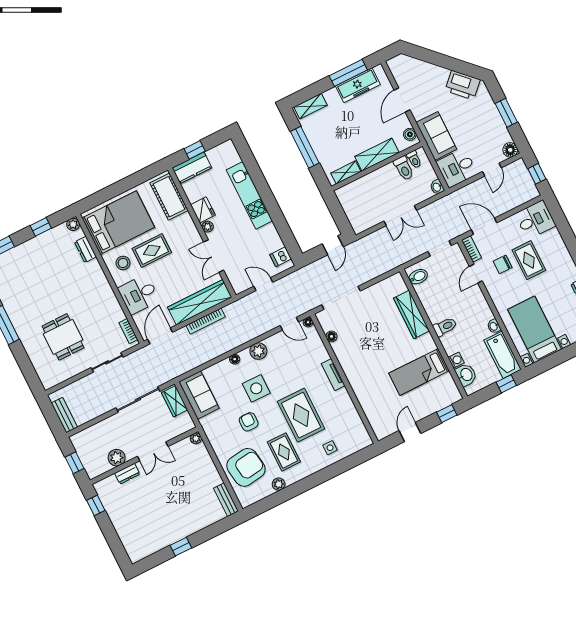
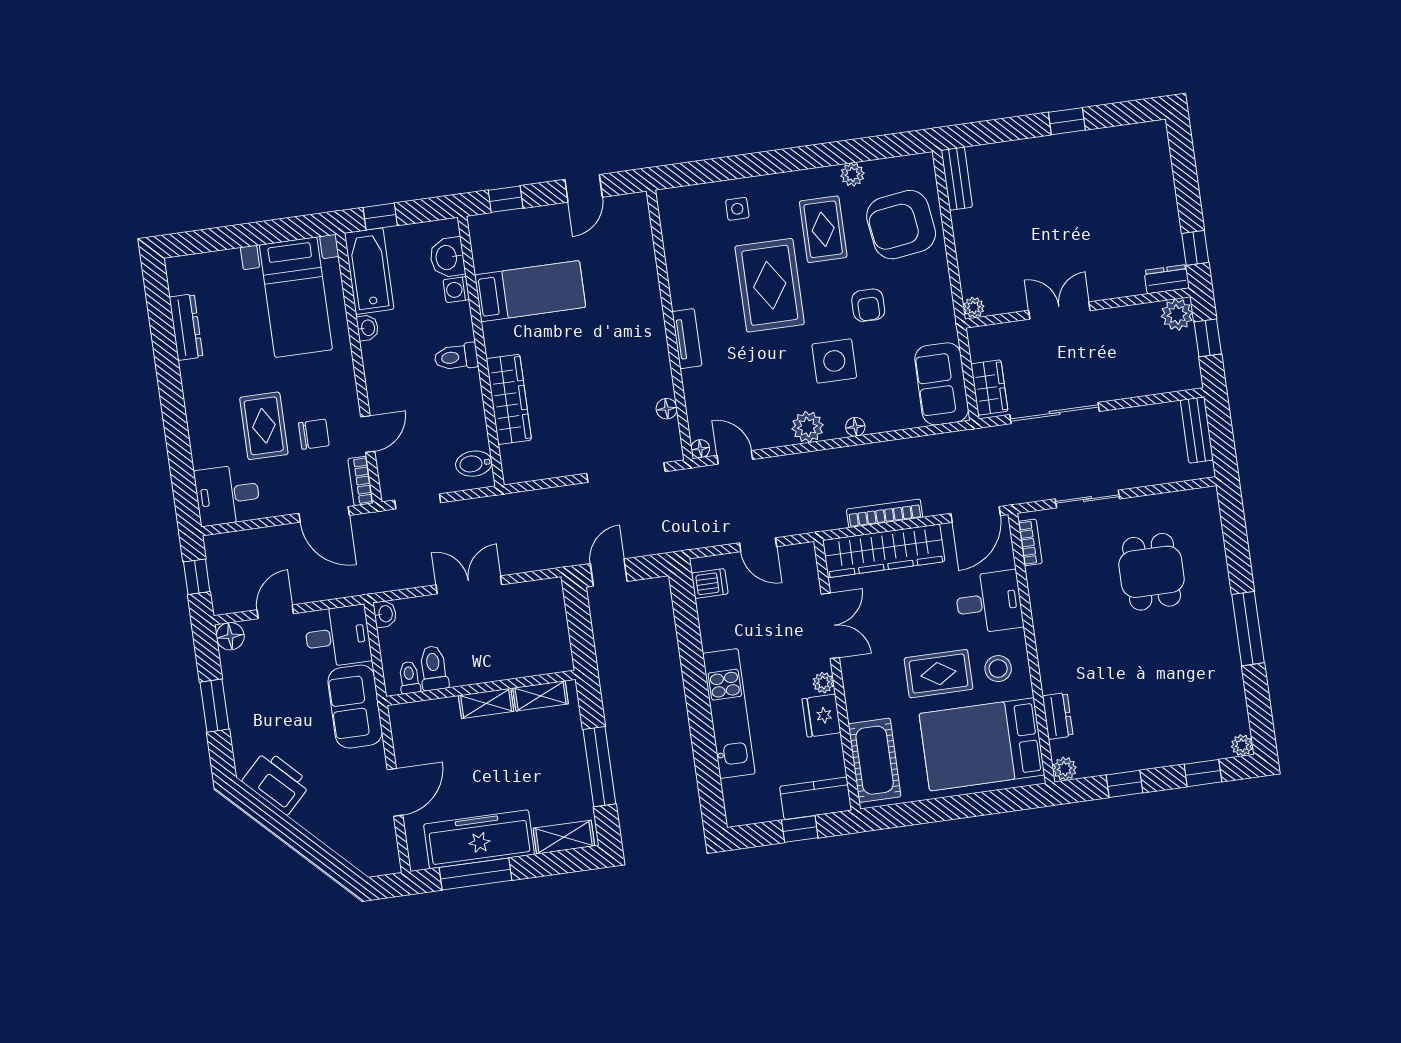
freezer: (358, 85) -> (479, 839), width x1.36, depth x1.26
boiler: (410, 134) -> (402, 725), removed
shelving: (377, 155) -> (486, 703), width x0.67, depth x0.75
plant: (117, 458) -> (1177, 315), moved
dresser: (127, 474) -> (1167, 279), moved

